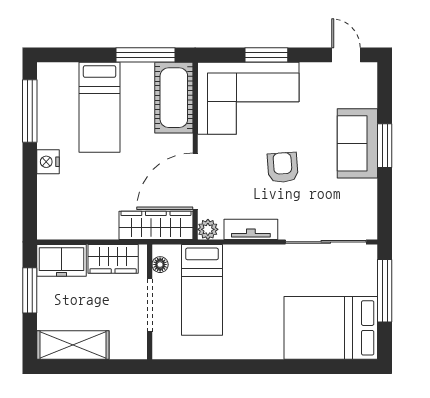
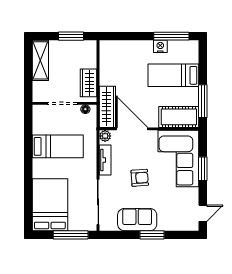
sofa: (357, 143) -> (137, 220), moved
nightstand: (48, 162) -> (160, 46), moved
freezer: (62, 260) -> (88, 54), removed
bed: (202, 290) -> (58, 146), moved, turned 180

